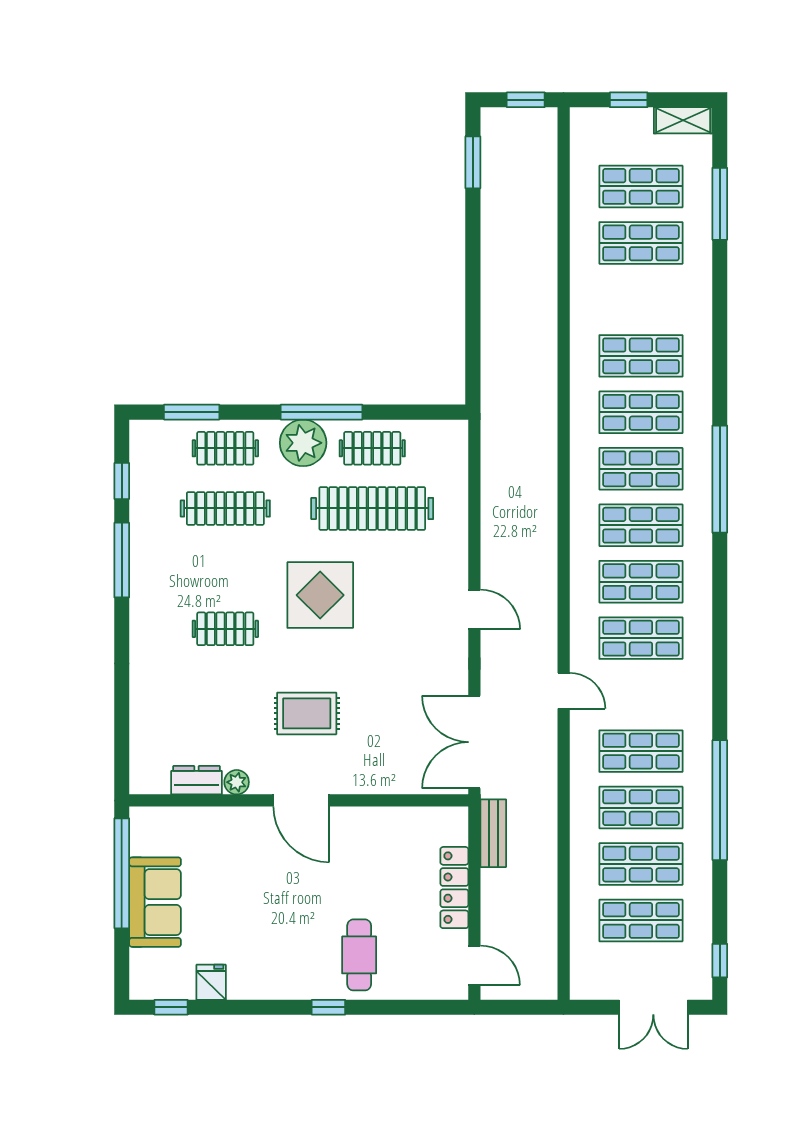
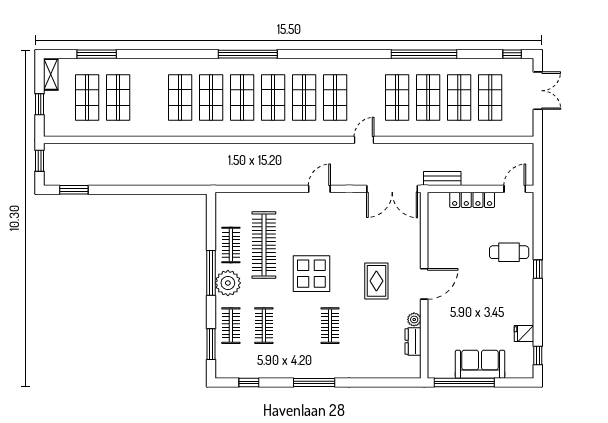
clothes rail: (225, 508) -> (264, 326), width x0.73
window: (122, 560) -> (314, 383), moved

